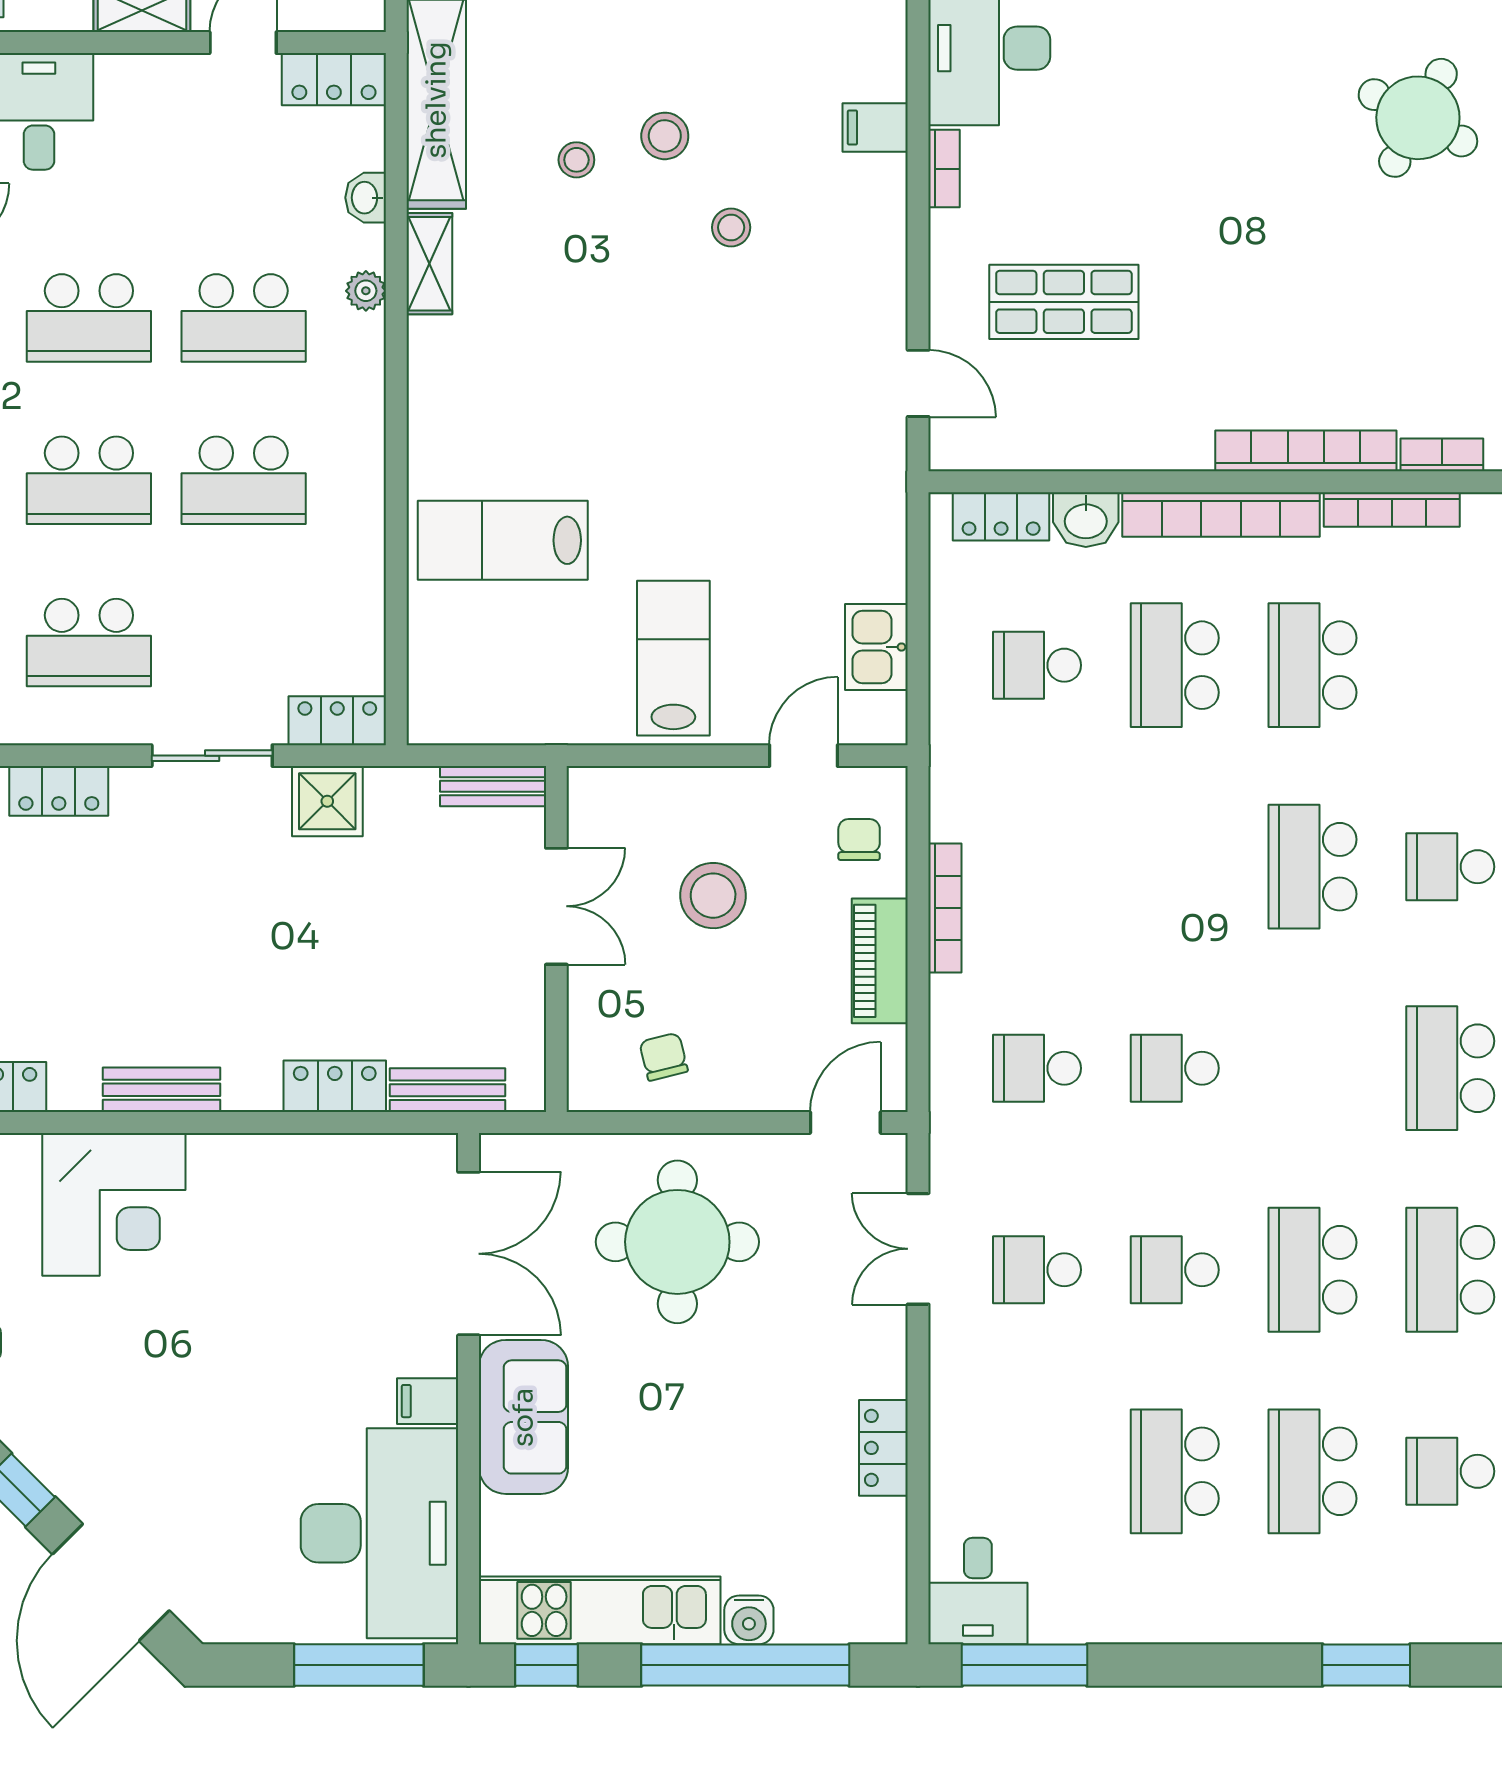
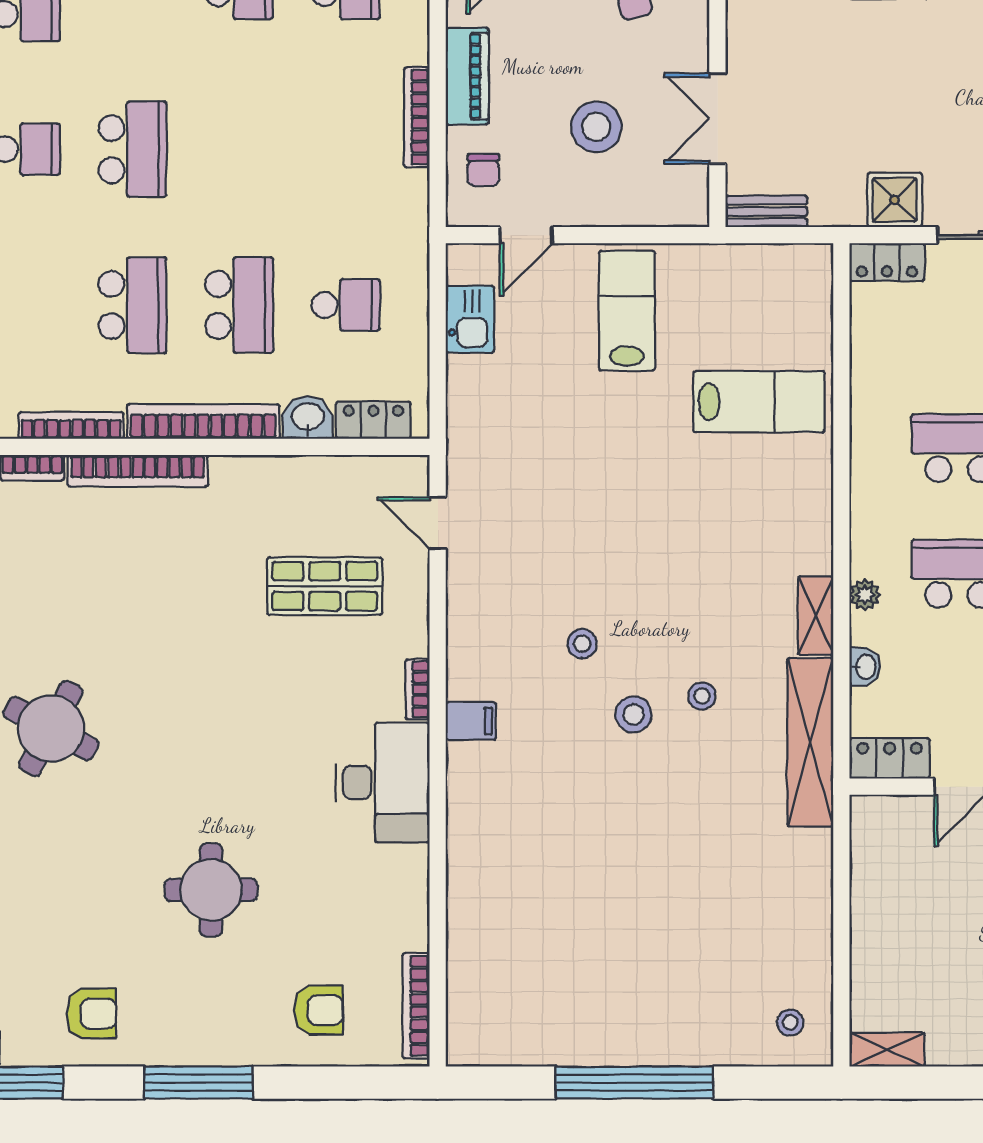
lab bench: (673, 658) -> (627, 311), turned 180

